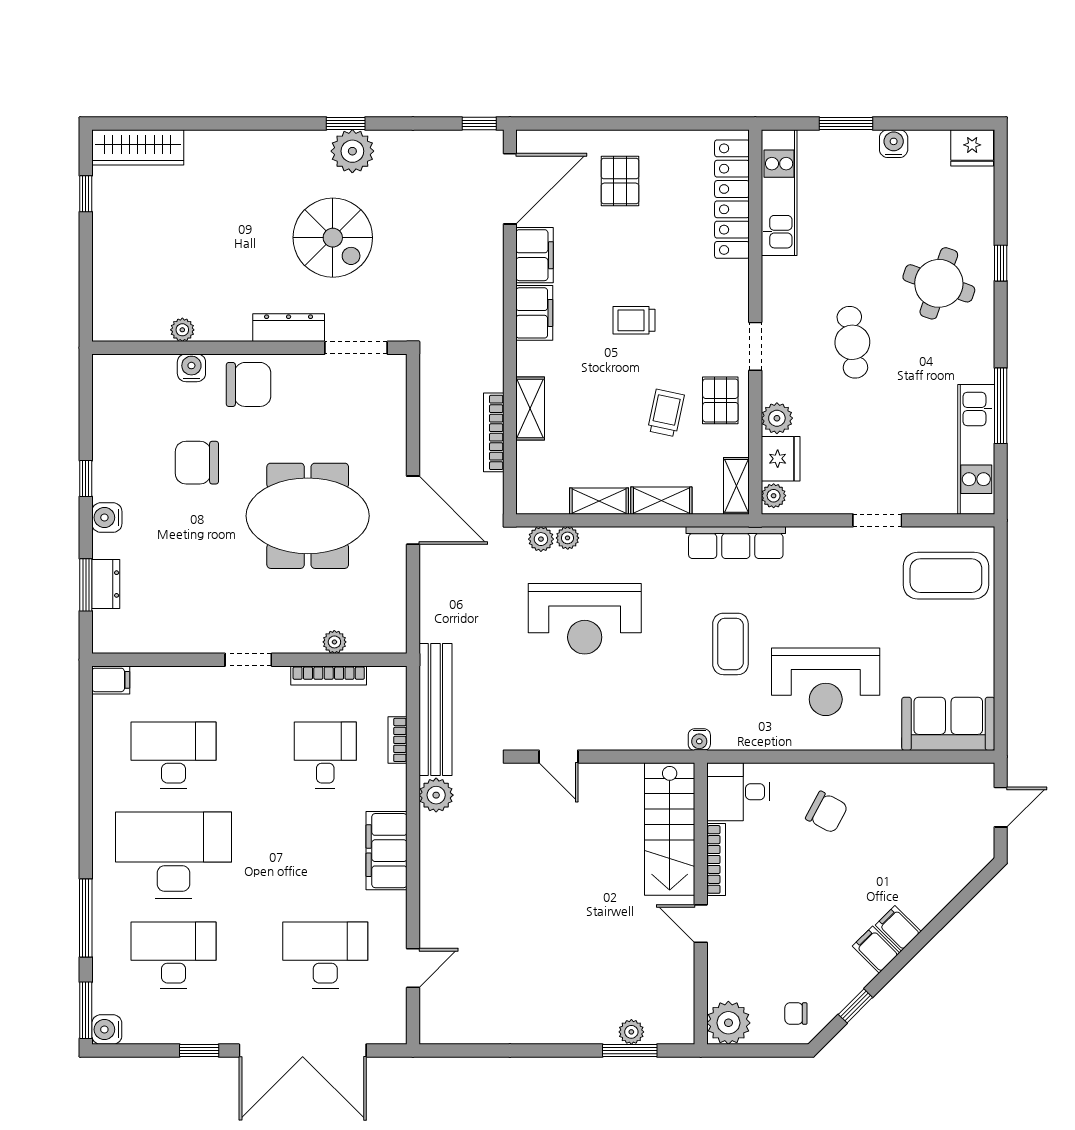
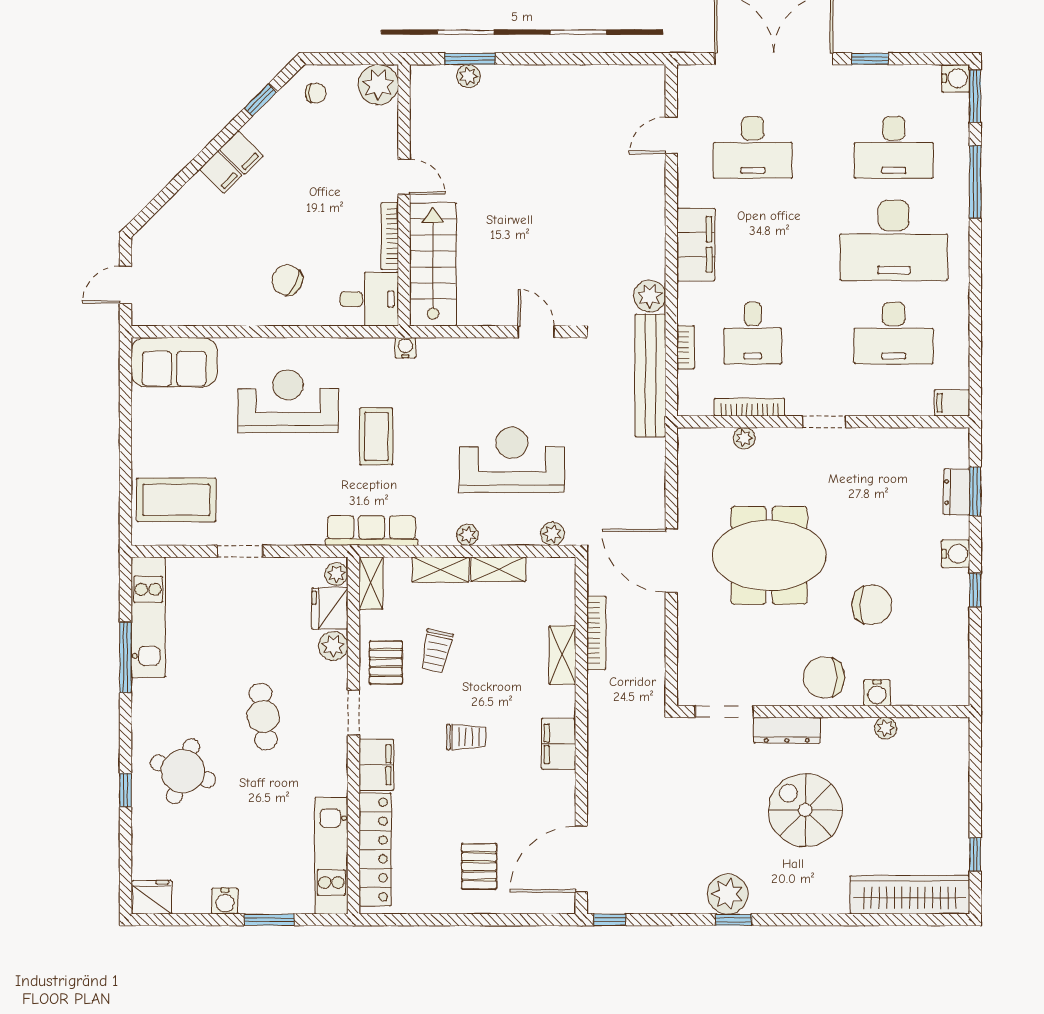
wardrobe: (138, 147) -> (910, 895), width x1.40, depth x1.17
spiral stairs: (333, 238) -> (805, 810), moved
filing cabinet: (535, 255) -> (376, 765), moved, turned 180
plant: (568, 538) -> (467, 535), moved

